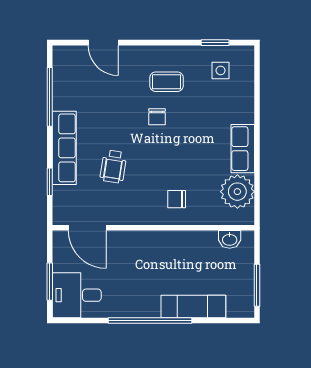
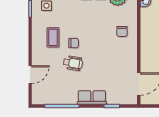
row of seats: (64, 148) -> (92, 97), width x0.68
wheelchair: (113, 167) -> (73, 63), moved

